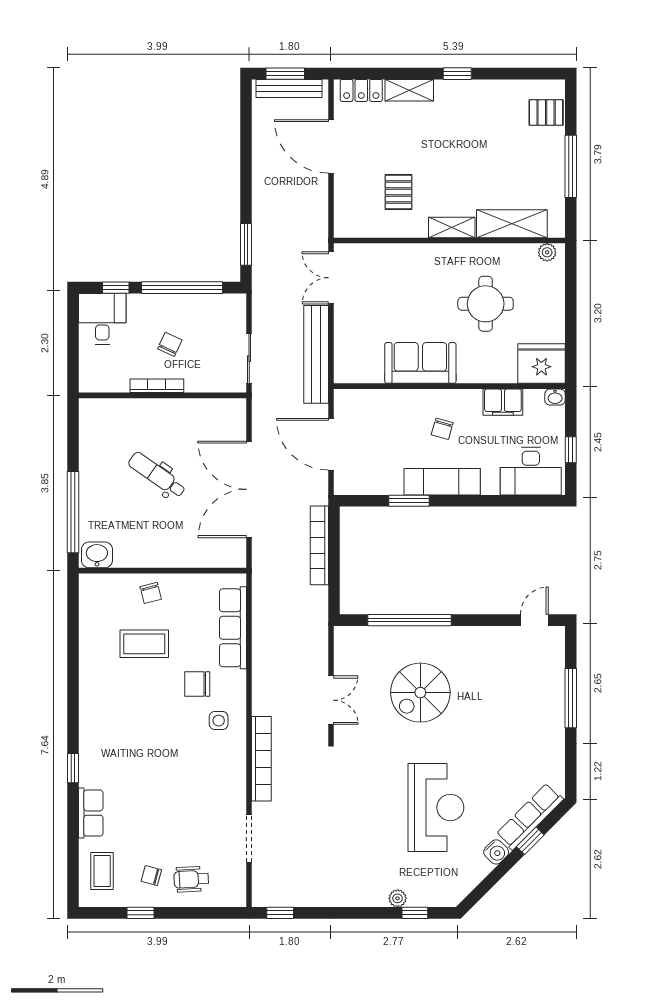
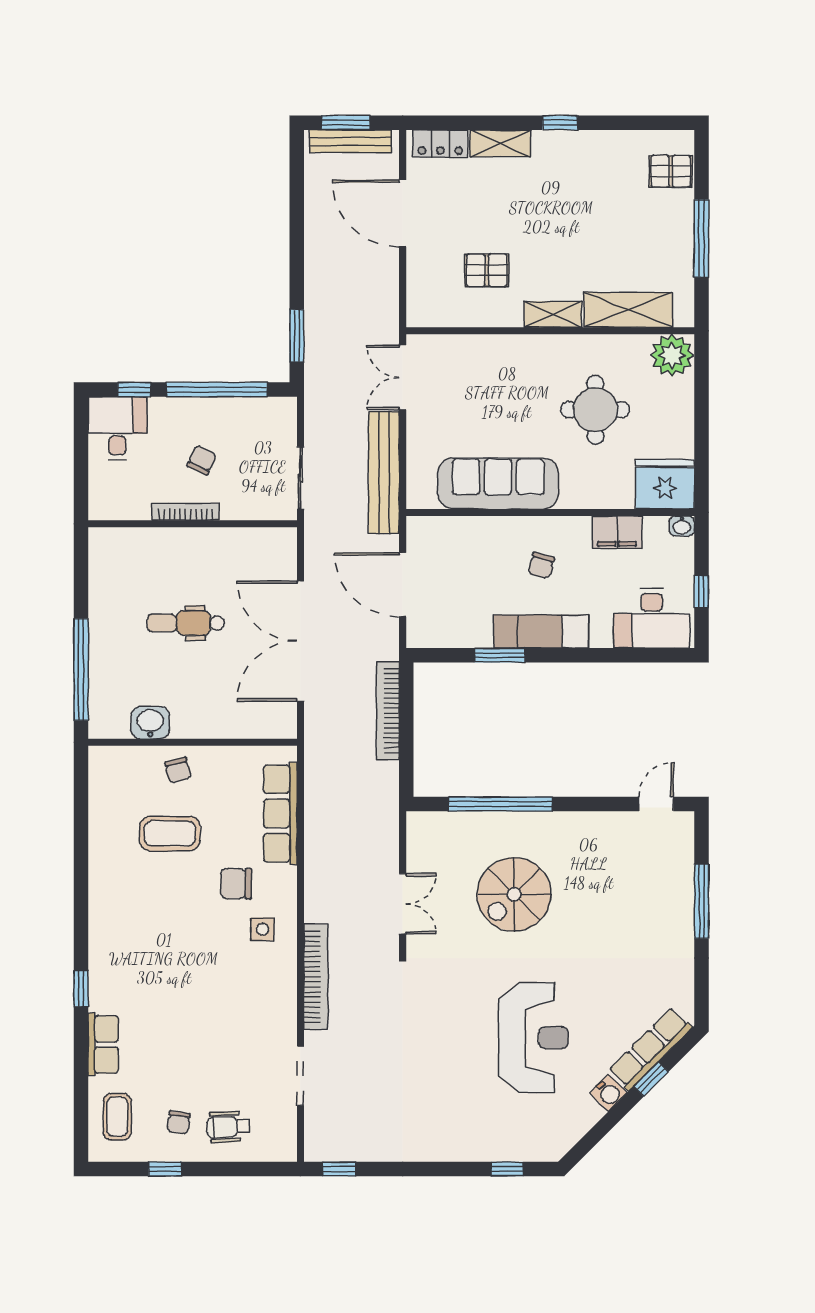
pallet: (398, 192) -> (487, 270), turned 90
plant: (547, 252) -> (672, 355), width x1.87, depth x1.87
sofa: (420, 363) -> (498, 483), width x1.36
dental chair: (157, 475) -> (186, 623), turned -35
washbasin: (97, 555) -> (150, 723), moved
chair: (151, 876) -> (179, 1122), turned -98
plant: (398, 898) -> (486, 1151), removed

